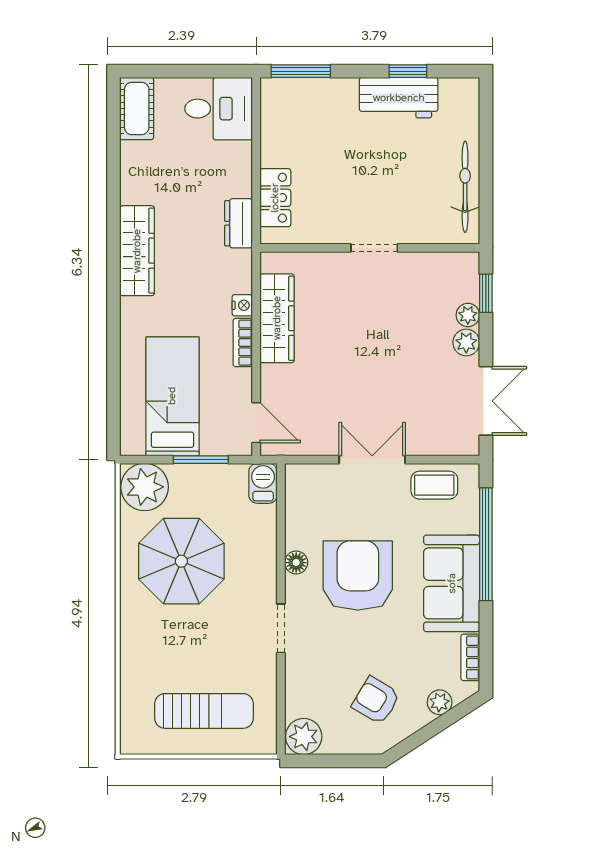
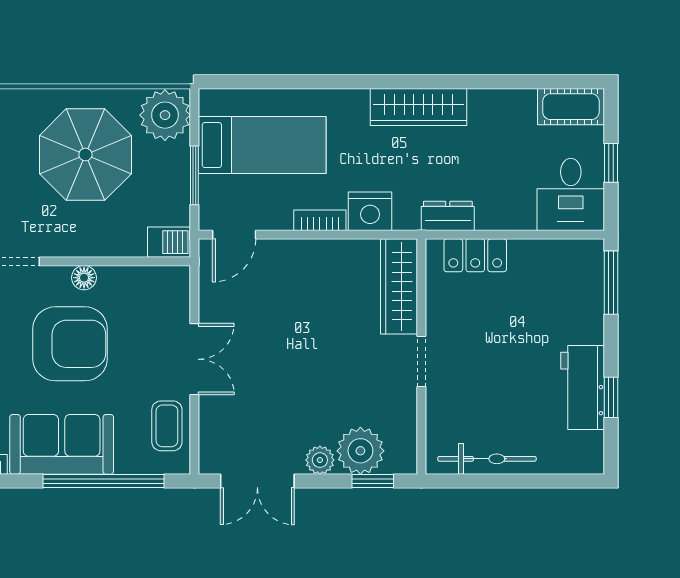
window: (189, 71) -> (611, 163), added
nightstand: (242, 305) -> (370, 211), width x1.89, depth x1.79
plant: (468, 315) -> (360, 451), width x1.87, depth x1.87
wardrobe: (277, 318) -> (399, 286), moved, turned 90

